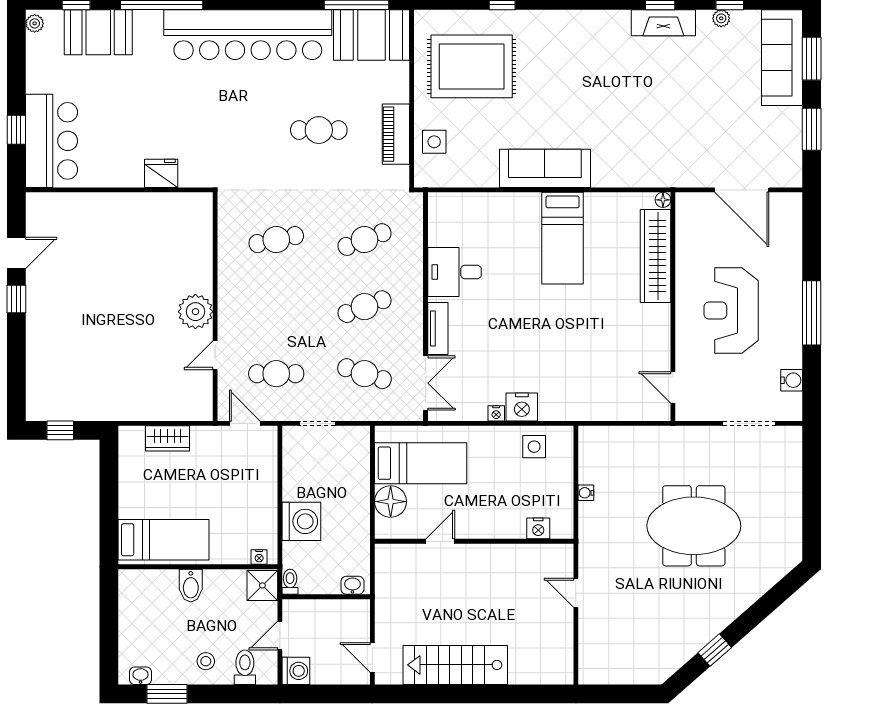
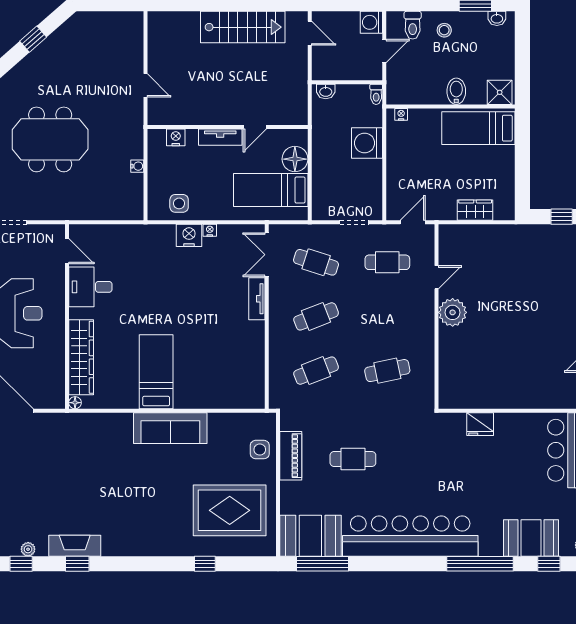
desk: (455, 272) -> (90, 287), moved, turned 180
door: (245, 423) -> (413, 222), swing flipped
tv unit: (483, 529) -> (220, 137), added
shower: (262, 585) -> (500, 92), moved

